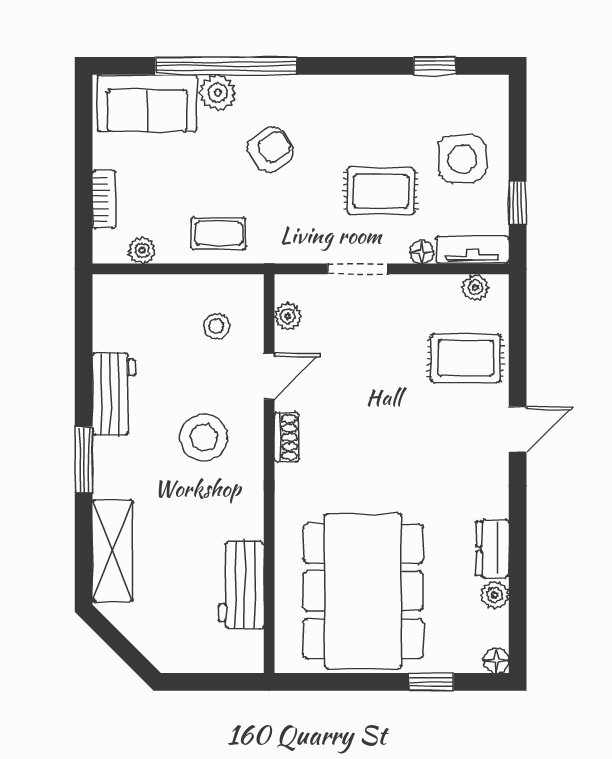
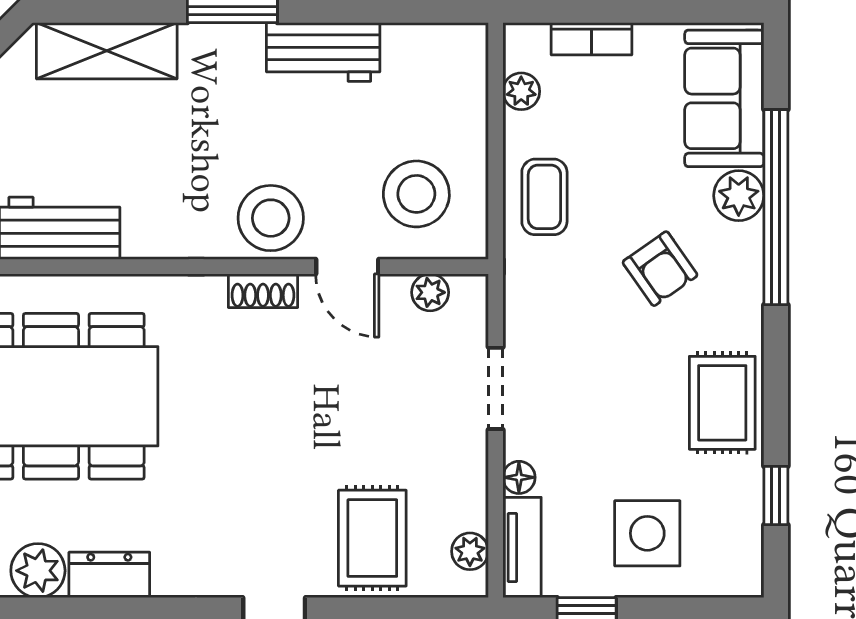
rug: (381, 191) -> (722, 403), moved
stool: (216, 326) -> (416, 194), width x1.89, depth x1.89
stool: (204, 438) -> (271, 218), moved
plant: (495, 595) -> (38, 571), width x1.38, depth x1.38

